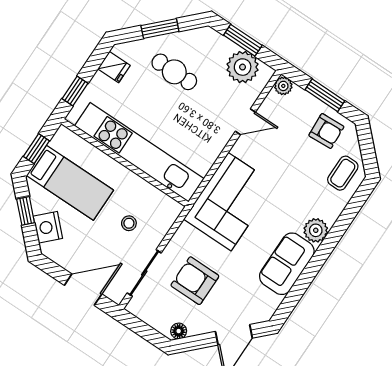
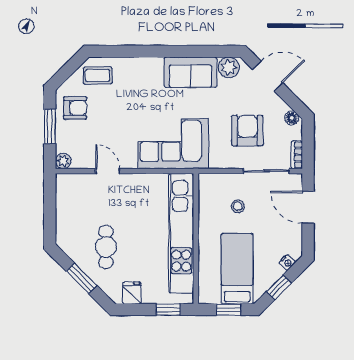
window: (243, 40) -> (50, 213), removed
plant: (243, 67) -> (69, 200), removed
armchair: (326, 131) -> (75, 108), turned 93
nightstand: (48, 227) -> (287, 262), width x0.53, depth x0.56
plant: (316, 230) -> (229, 67), moved
armchair: (195, 281) -> (247, 131), turned 180
bookcase: (140, 312) -> (297, 155), added

